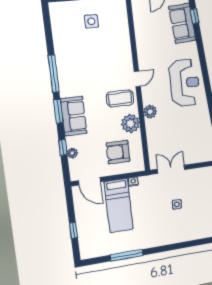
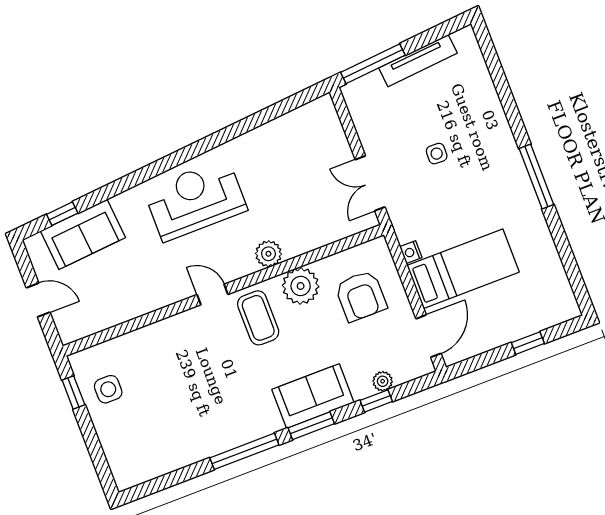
side table: (91, 21) -> (108, 389), moved
window: (127, 255) -> (536, 177), moved

